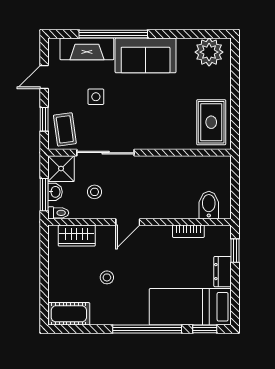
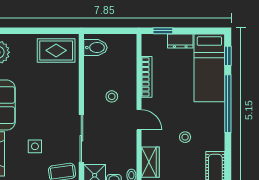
stool: (95, 192) -> (112, 96), moved
bidet: (209, 205) -> (95, 48), moved, turned 180
bookcase: (188, 231) -> (147, 77), width x1.56

